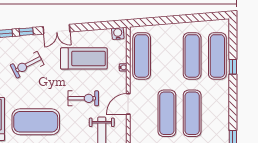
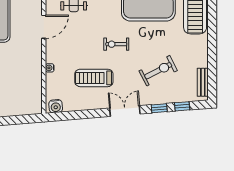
exercise mat: (142, 56) -> (29, 81), removed
treadmill: (84, 58) -> (94, 78), width x0.73, depth x0.73
exercise bike: (83, 98) -> (116, 44), moved, width x0.73, depth x0.72

